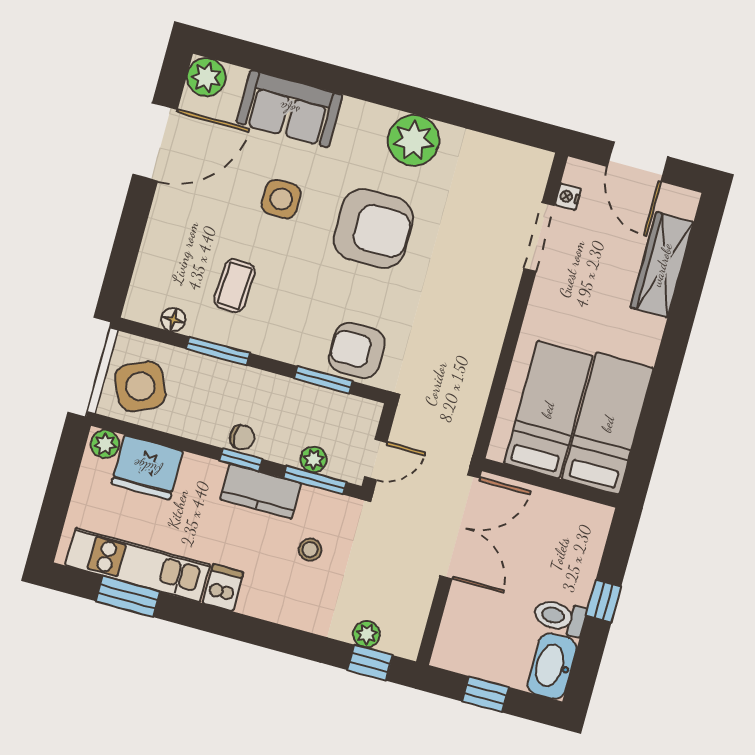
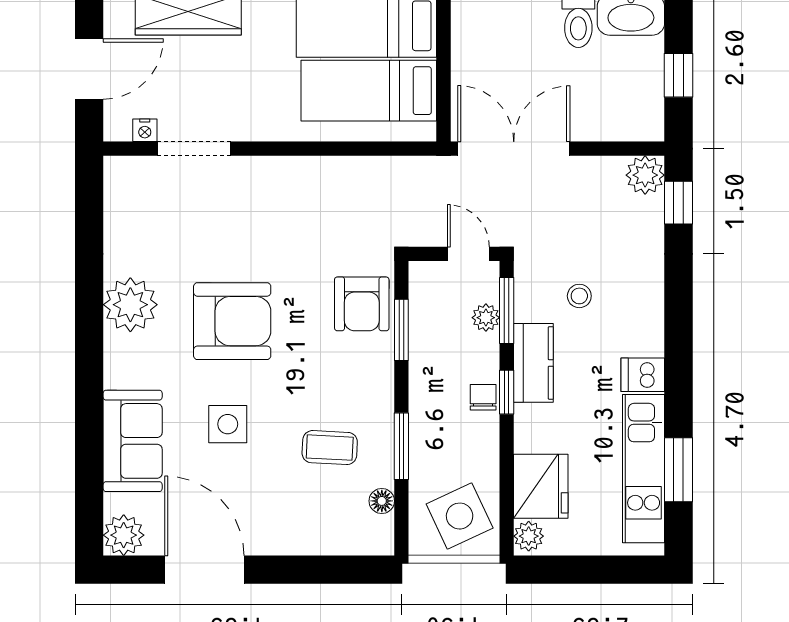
armchair: (373, 229) -> (232, 321), turned 90
plant: (366, 634) -> (645, 175), moved, width x1.38, depth x1.38

